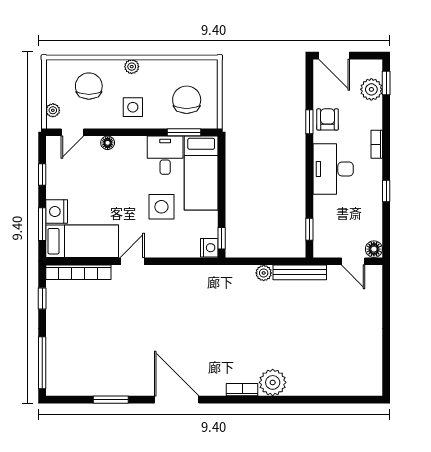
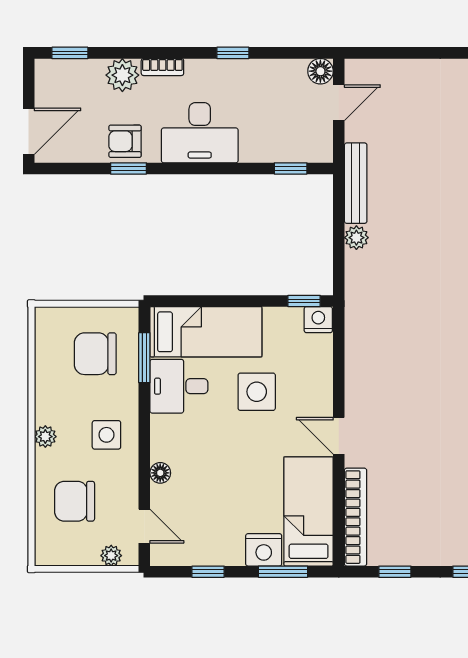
plant: (371, 89) -> (122, 75), moved

